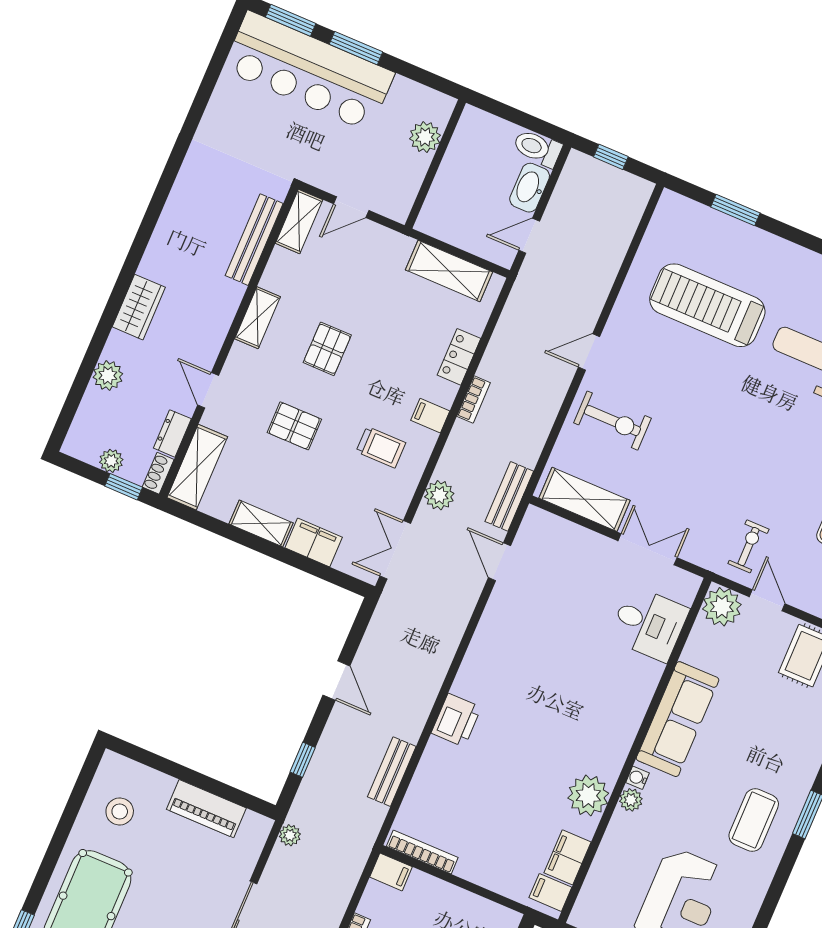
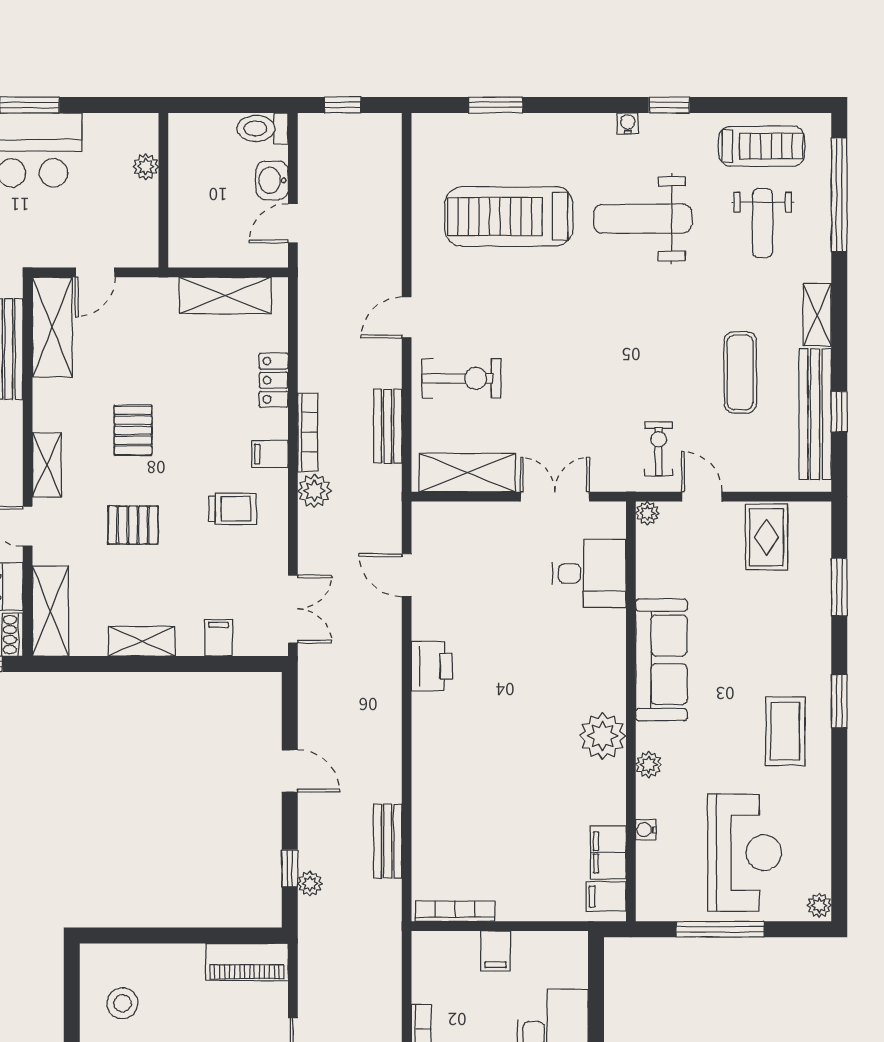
plant: (425, 137) -> (146, 167), width x0.73, depth x0.73
washbasin: (530, 188) -> (272, 180), width x0.72
shelving: (299, 221) -> (52, 327), width x1.50, depth x1.33
shelving: (258, 318) -> (47, 465), moved
bookcase: (474, 399) -> (308, 432), width x1.56
plant: (439, 495) -> (314, 491), moved
bench: (509, 496) -> (388, 426), moved
filing cabinet: (314, 542) -> (219, 638), width x0.50
double door: (395, 550) -> (293, 609), swing flipped
plant: (722, 607) -> (647, 513), width x0.53, depth x0.53
printer: (456, 720) -> (432, 666), moved
water cooler: (638, 778) -> (646, 830), moved
plant: (588, 796) -> (603, 736), moved
piano: (206, 809) -> (247, 962), moved
plant: (290, 835) -> (310, 884), moved
filing cabinet: (391, 872) -> (496, 951), moved, turned 90

